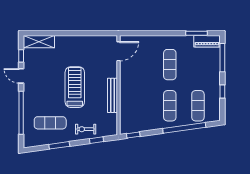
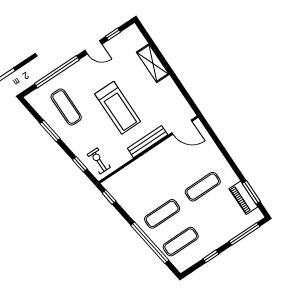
piano: (207, 41) -> (243, 198), moved
shelving: (39, 42) -> (153, 63), moved
door: (21, 76) -> (93, 47), swing flipped
treadmill: (75, 87) -> (118, 108), turned 90
bench: (112, 95) -> (148, 142), moved
exercise bike: (86, 129) -> (99, 161), moved

